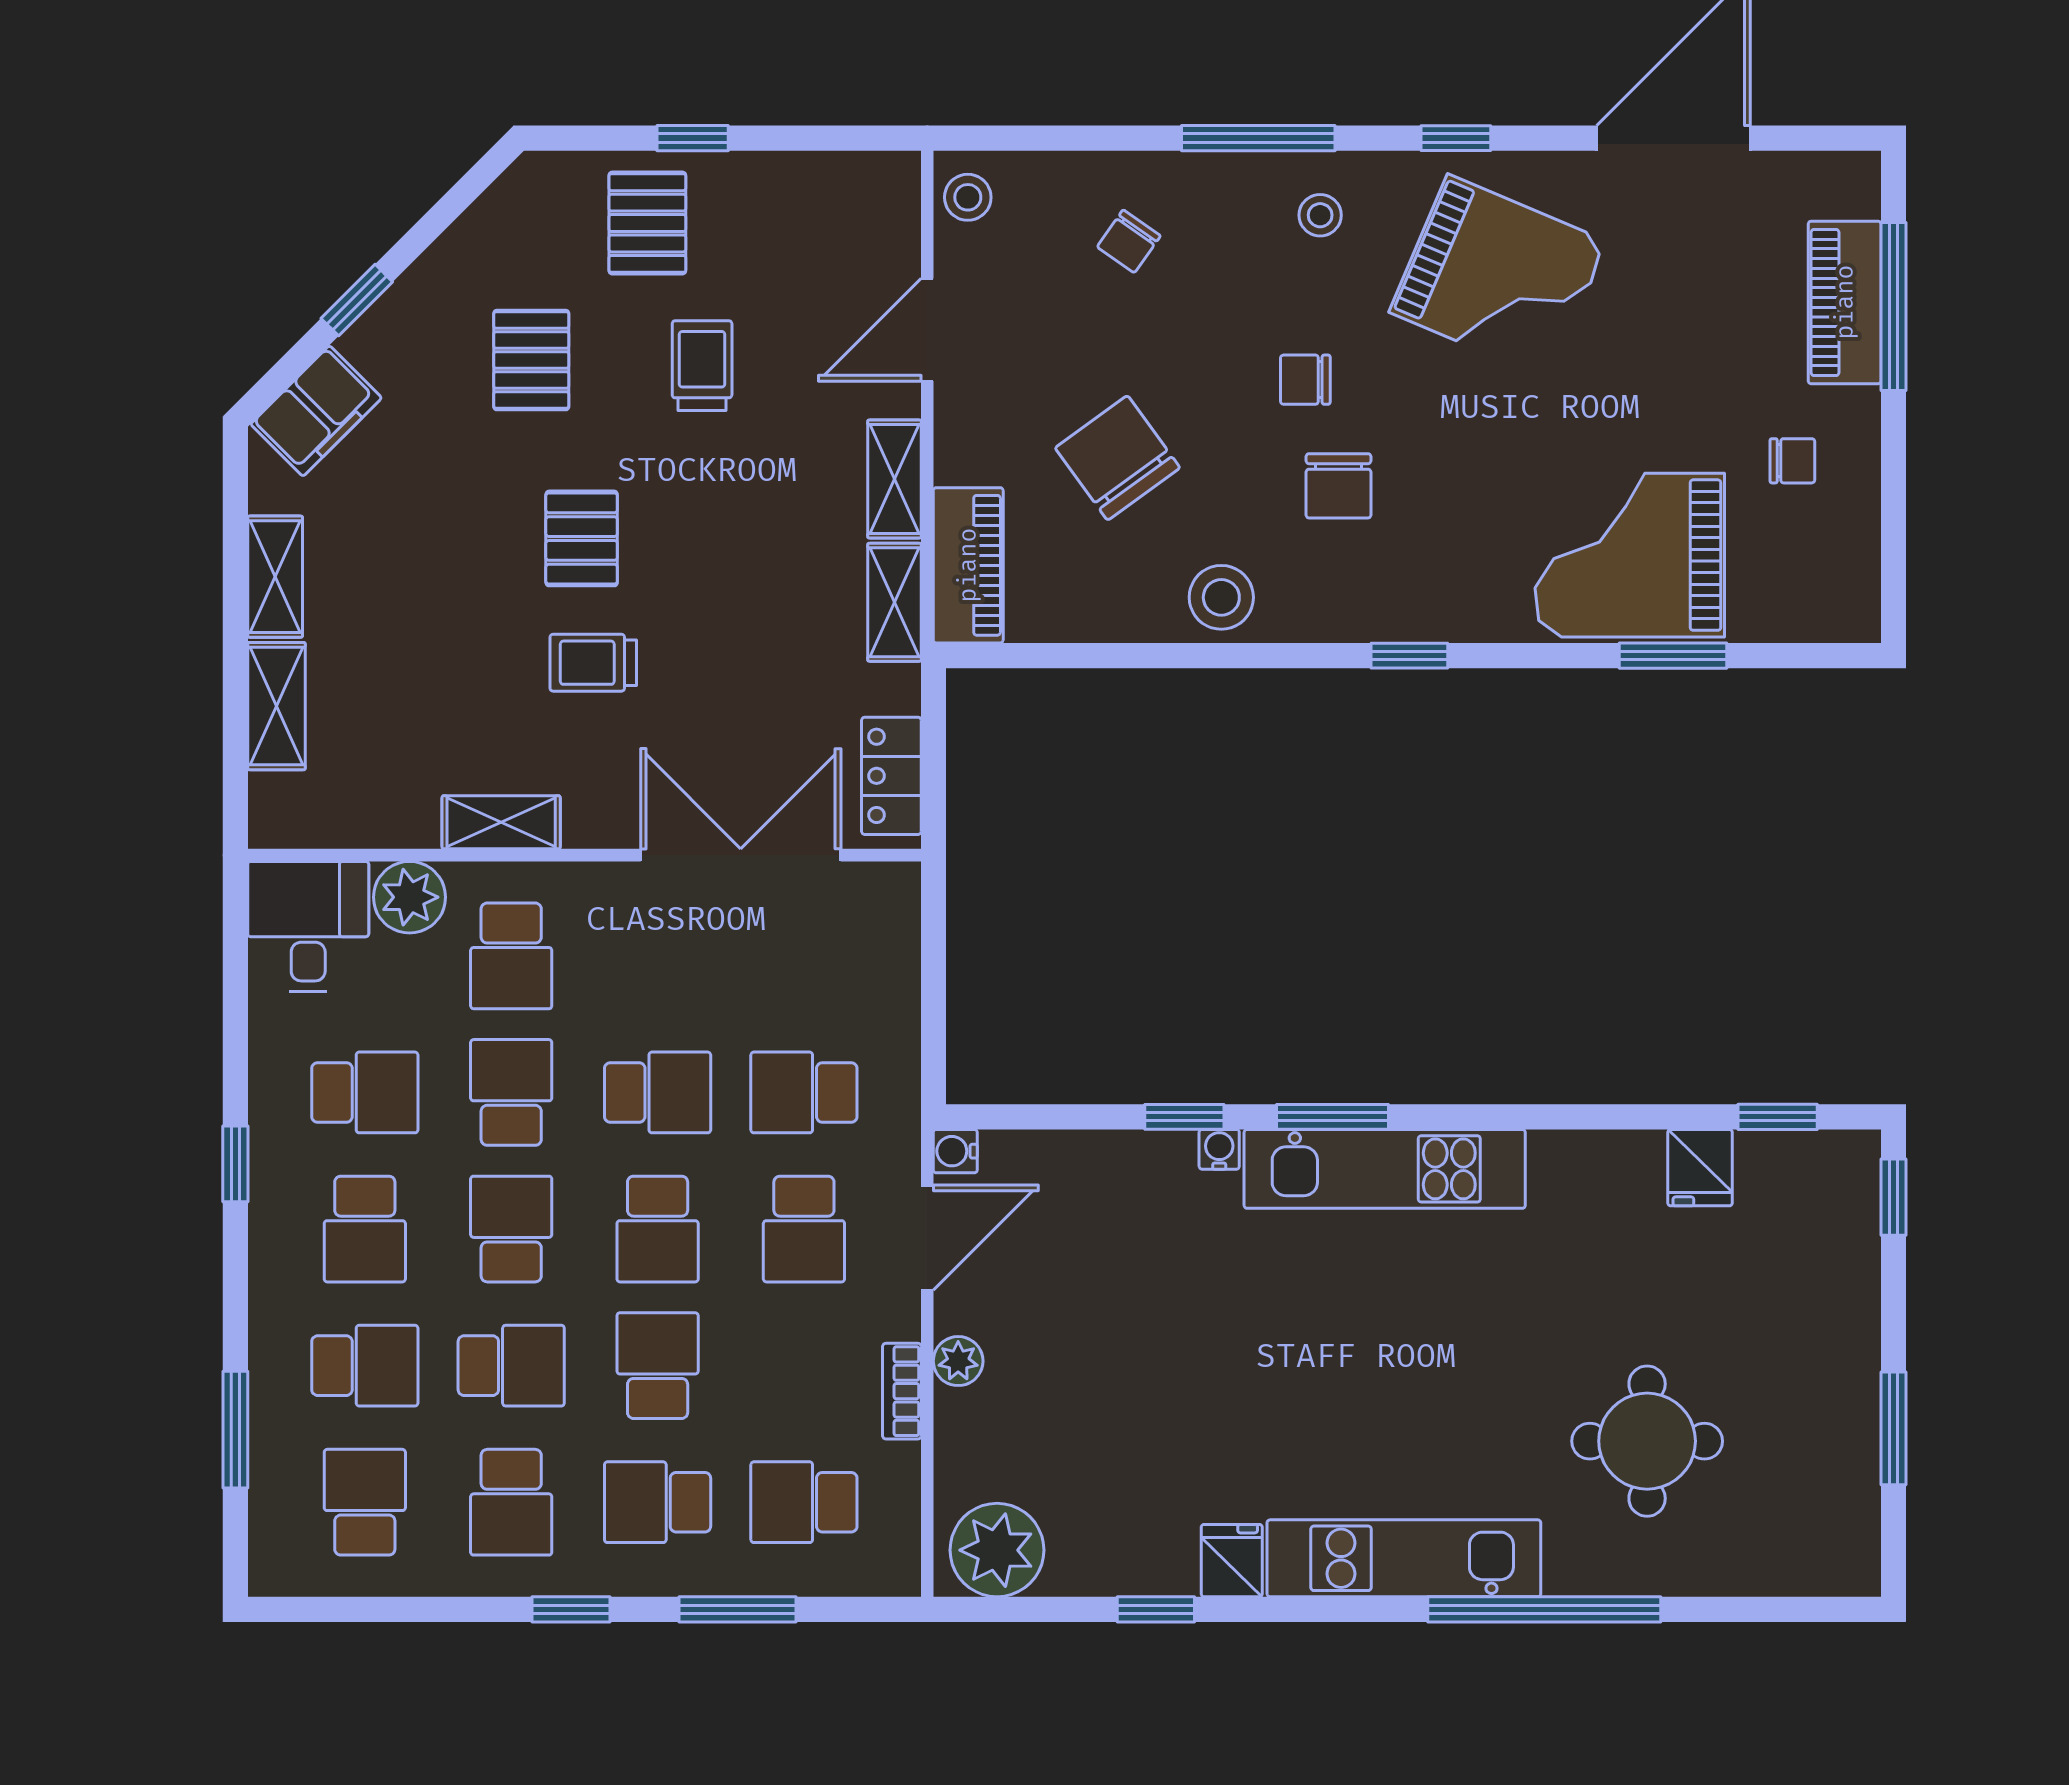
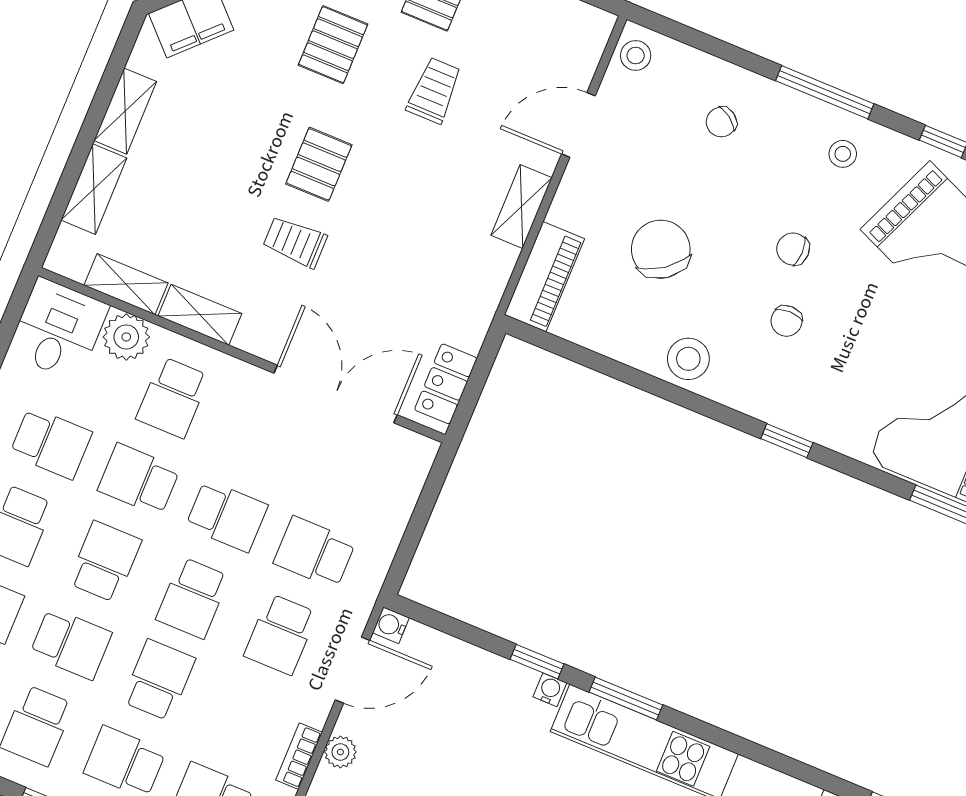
chair: (1339, 486) -> (786, 321), width x0.73, depth x0.73
shelving: (894, 602) -> (126, 284), moved, turned 90
school desk: (511, 1092) -> (139, 480), turned -90

